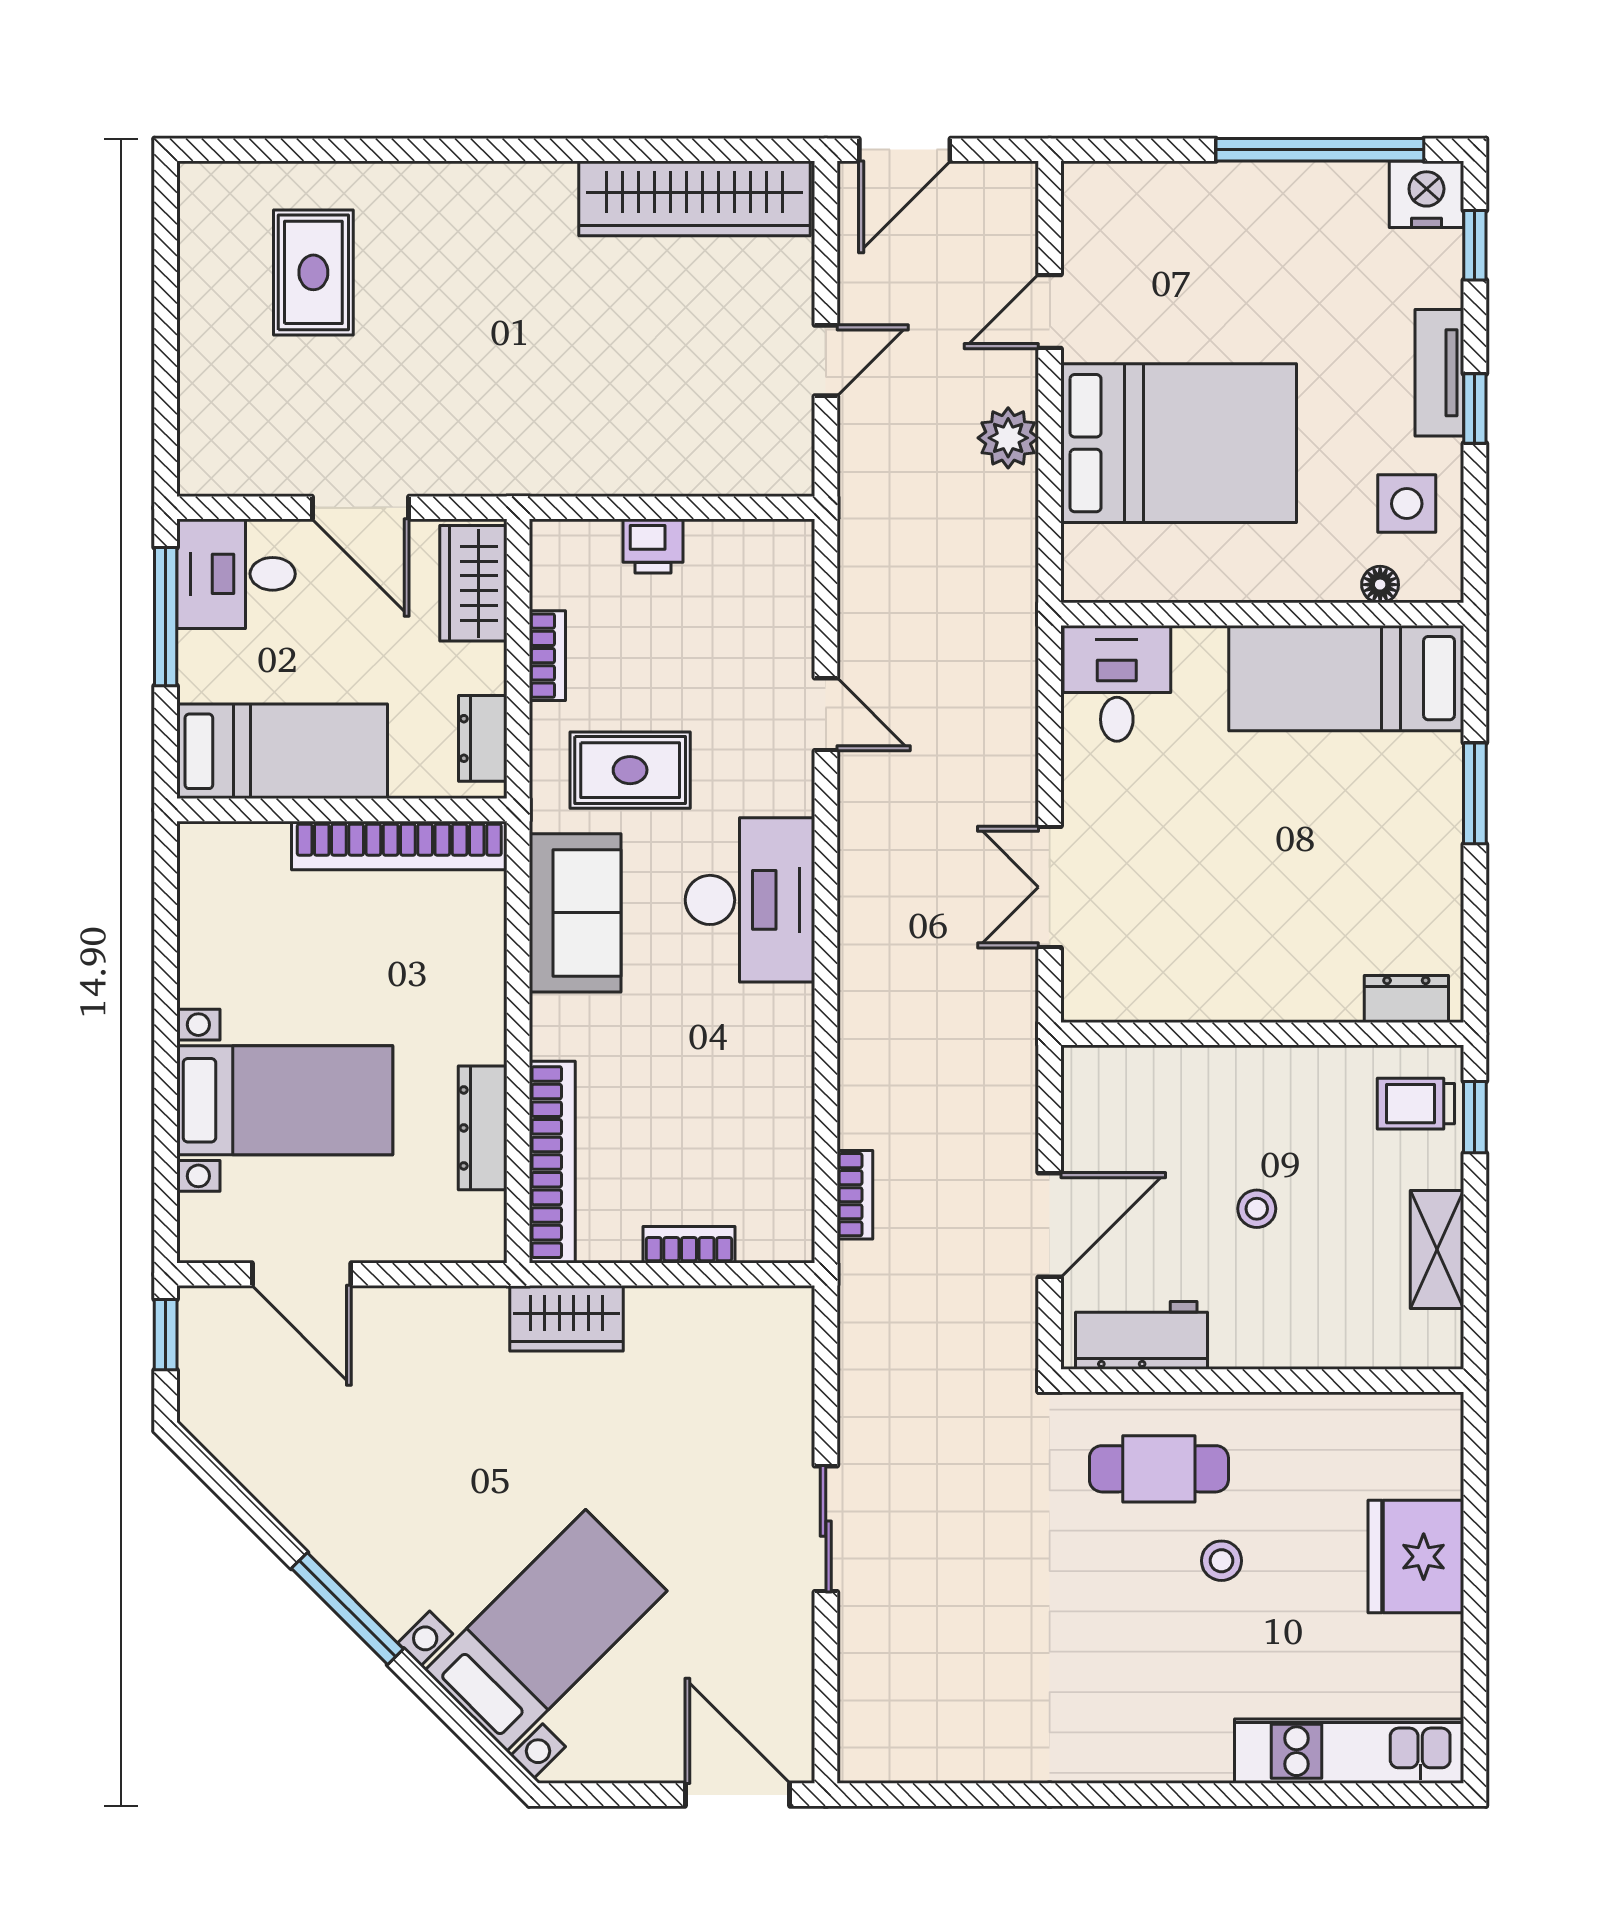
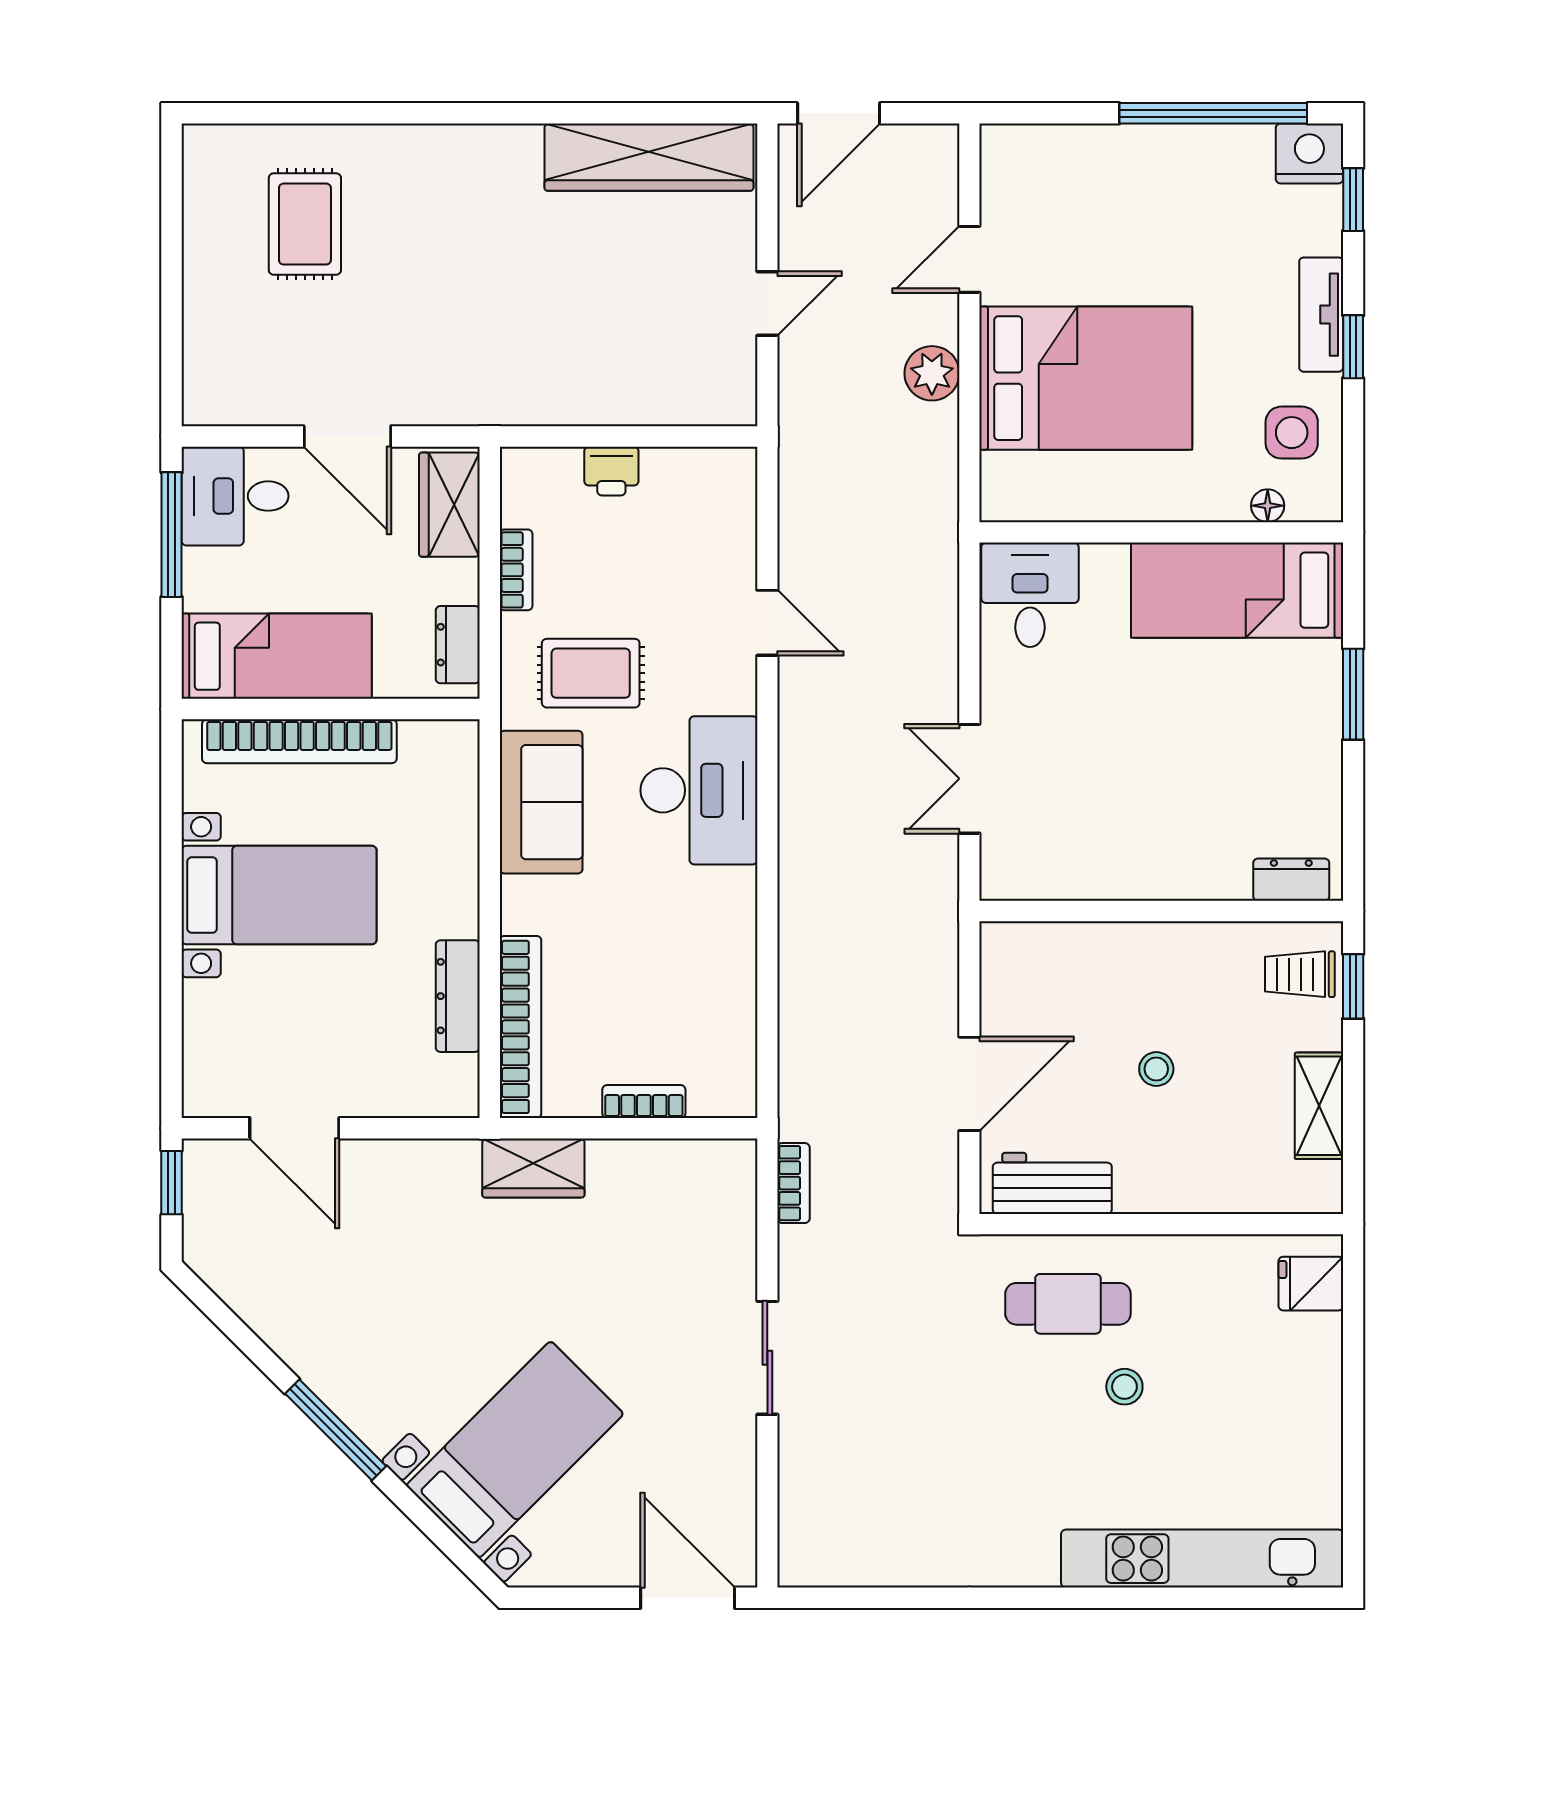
bookcase: (399, 846) -> (299, 741), moved
bed with nightstands: (285, 1100) -> (279, 895), moved
bookcase: (855, 1195) -> (794, 1183), moved
fridge: (1416, 1557) -> (1311, 1284), moved, width x0.53, depth x0.75
kitchen unit: (1349, 1751) -> (1202, 1559), width x1.36

